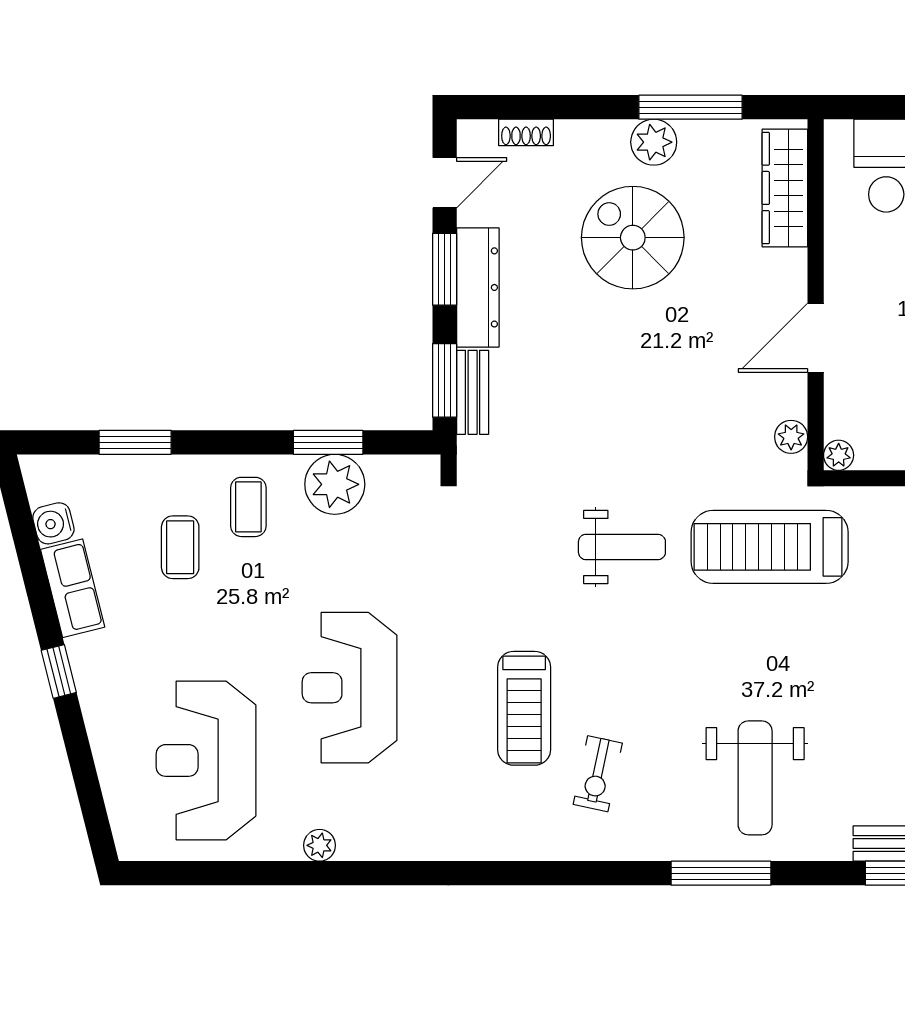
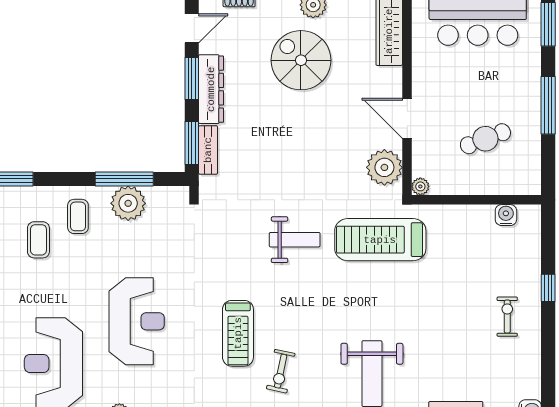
door: (816, 338) -> (407, 118), hinge flipped
plant: (791, 437) -> (384, 167), width x1.88, depth x1.88
window: (328, 442) -> (124, 179), width x1.44
reception desk: (350, 688) -> (137, 321), turned 180

